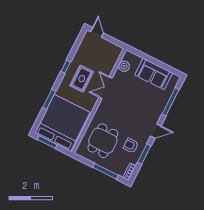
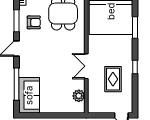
sofa: (154, 74) -> (29, 95), moved, turned 90
rug: (82, 79) -> (113, 79), moved
double door: (106, 88) -> (86, 66), swing flipped

